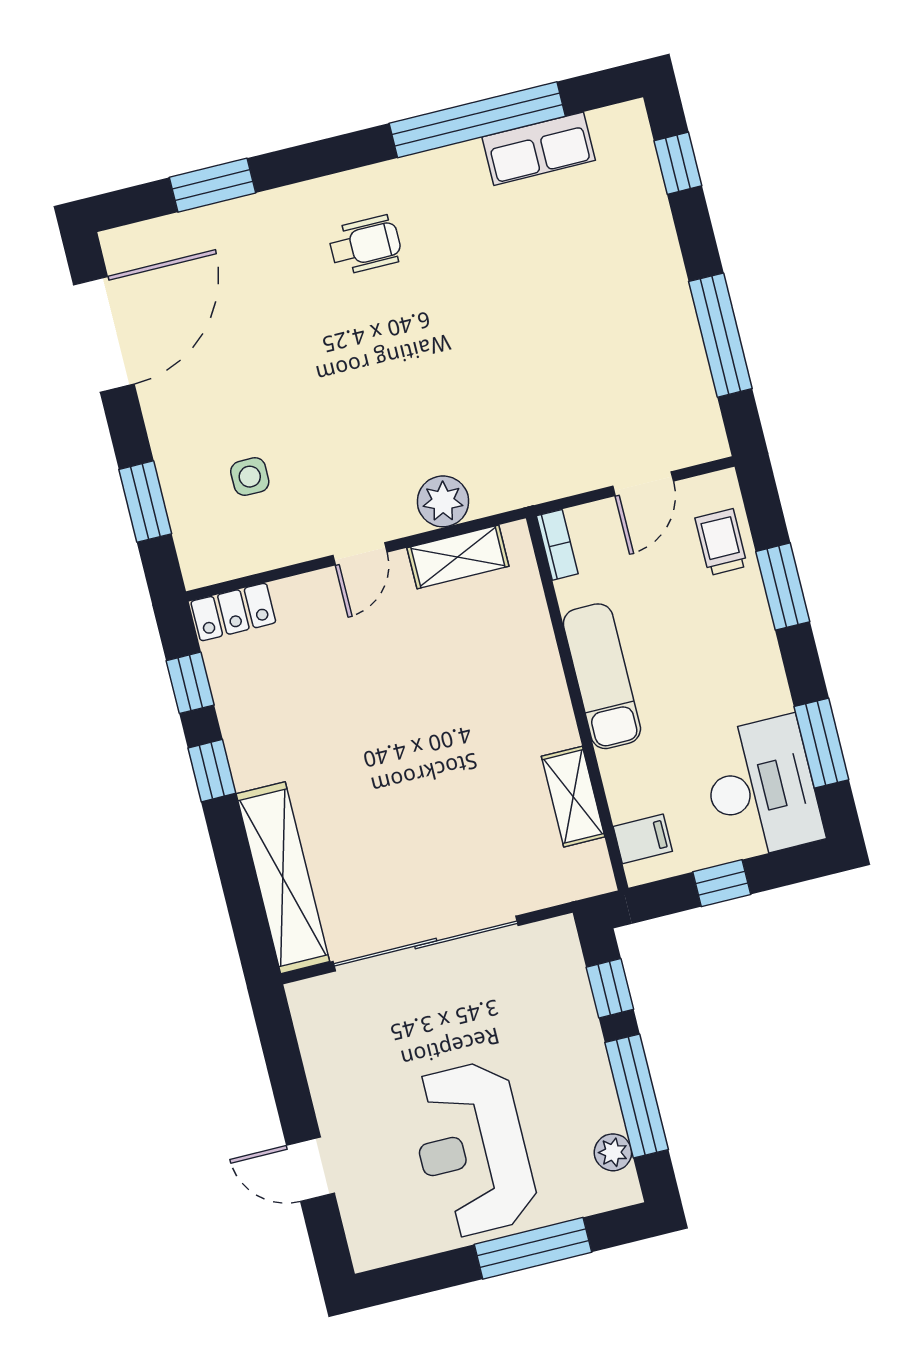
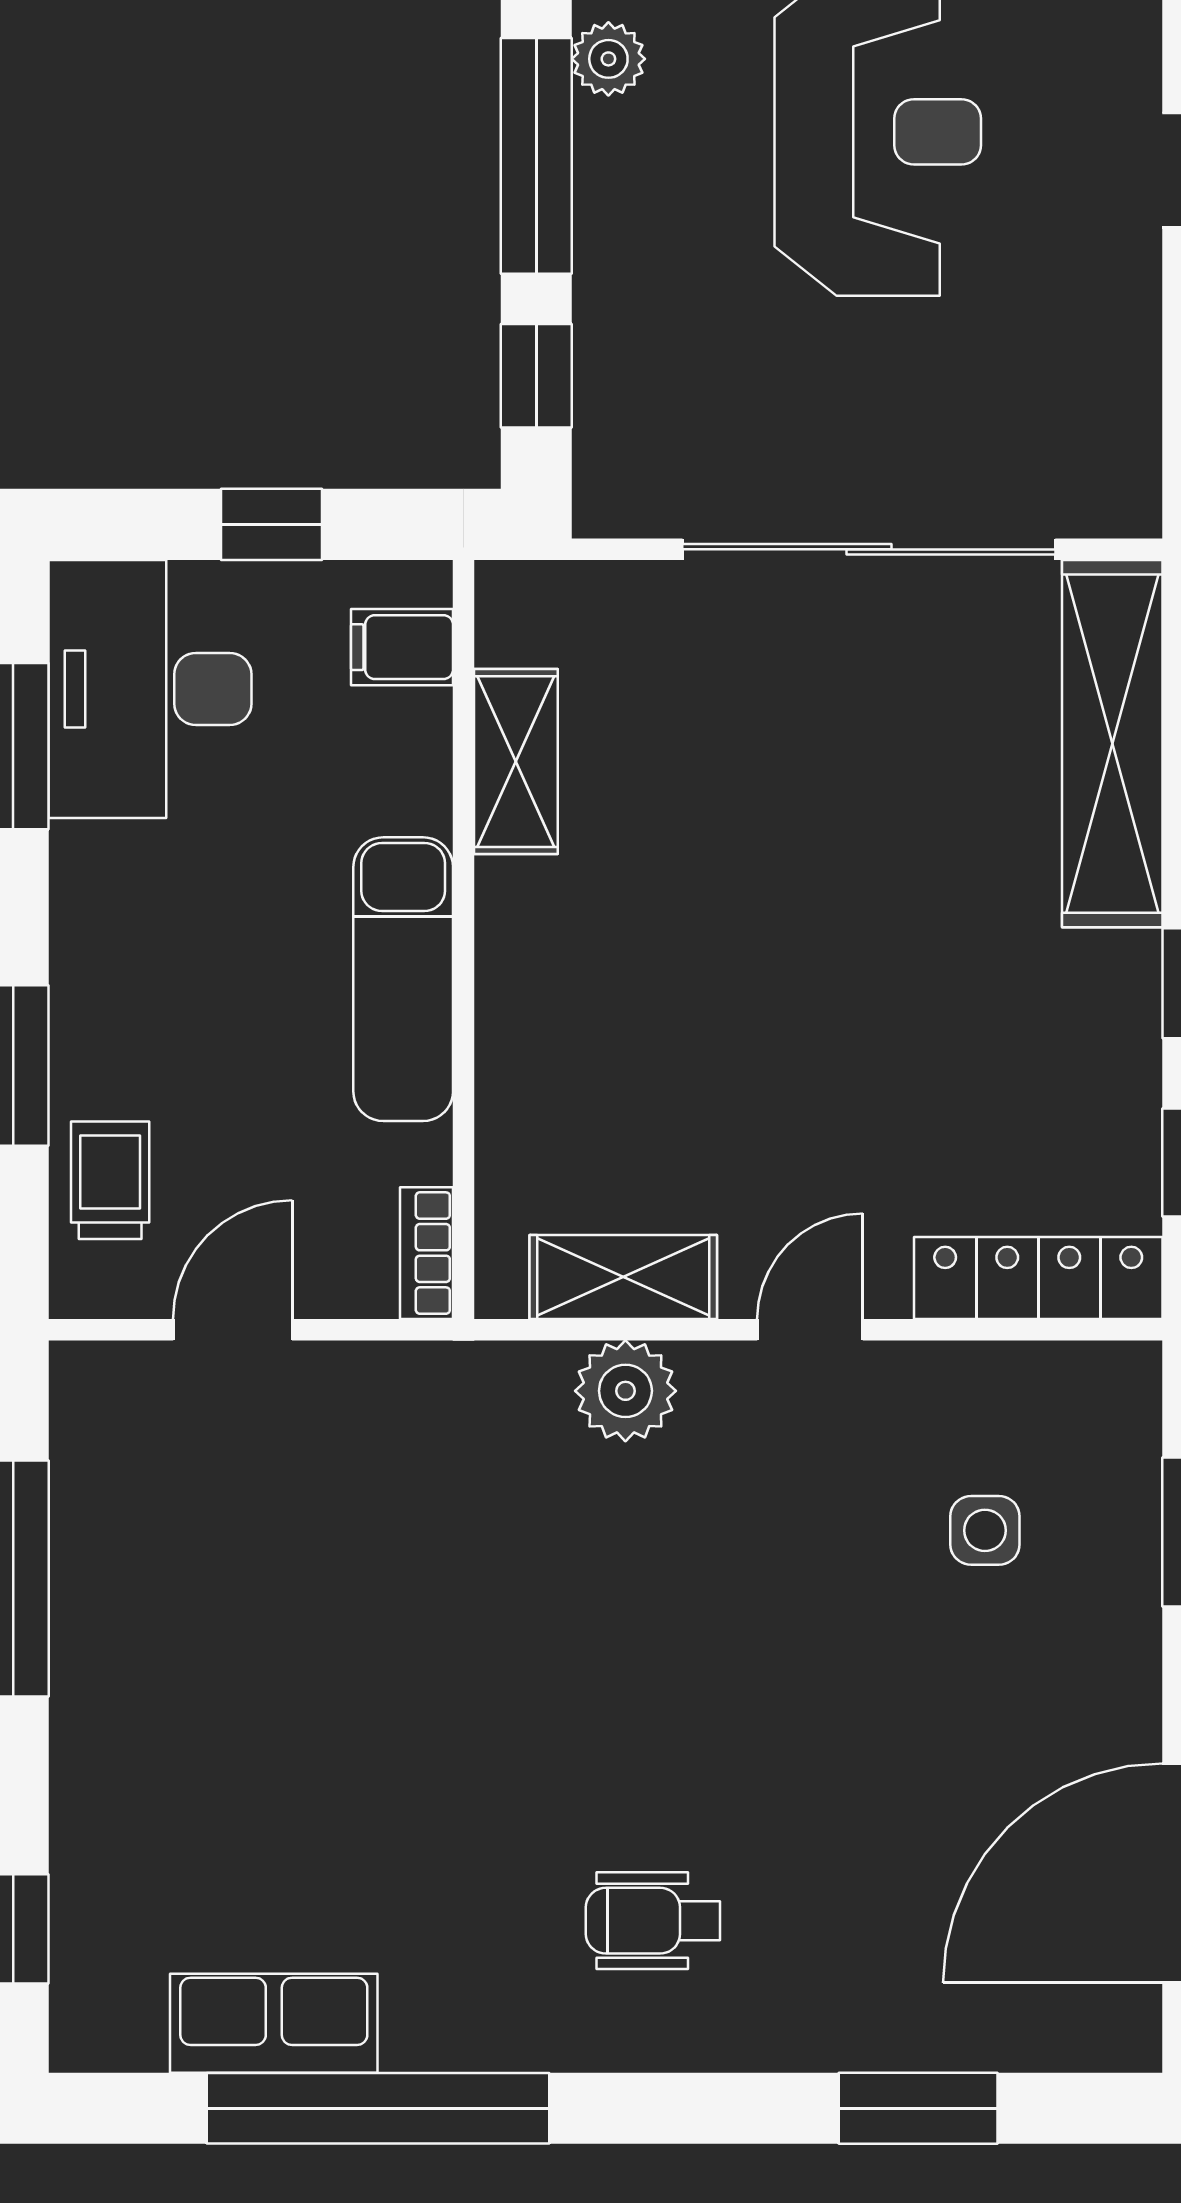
trolley: (721, 542) -> (110, 1180), turned 180
locker: (233, 612) -> (1038, 1278), width x1.53

